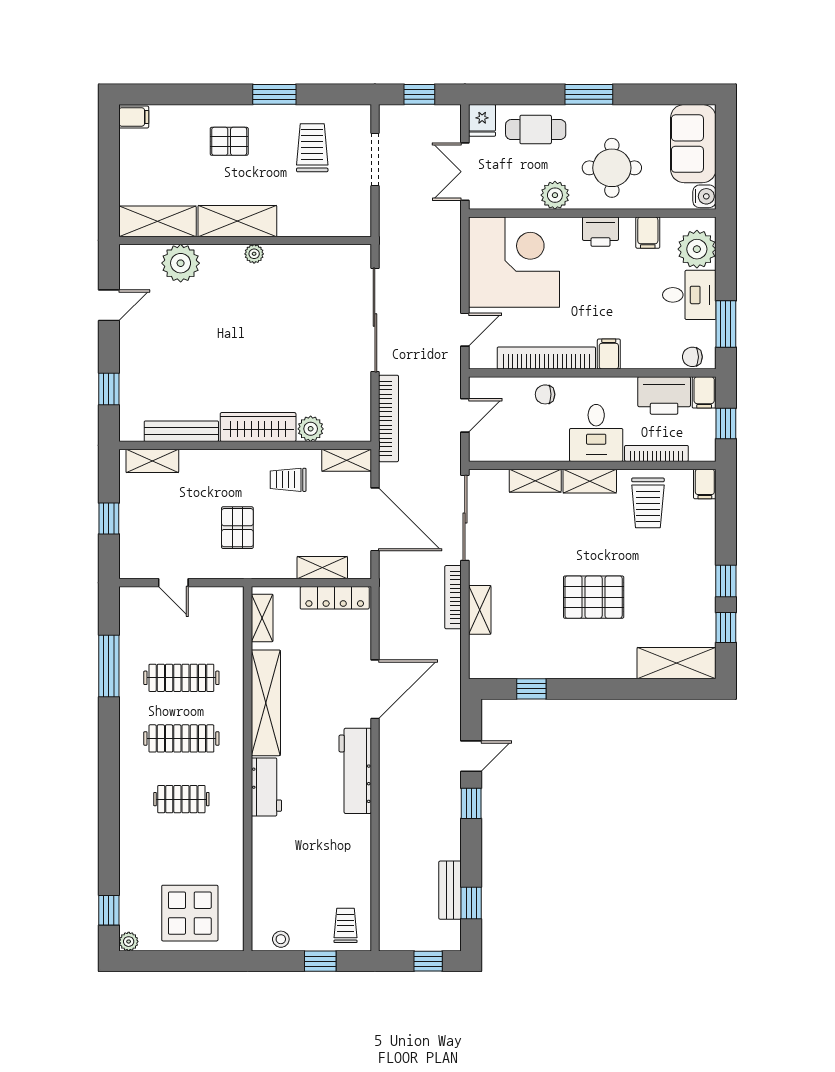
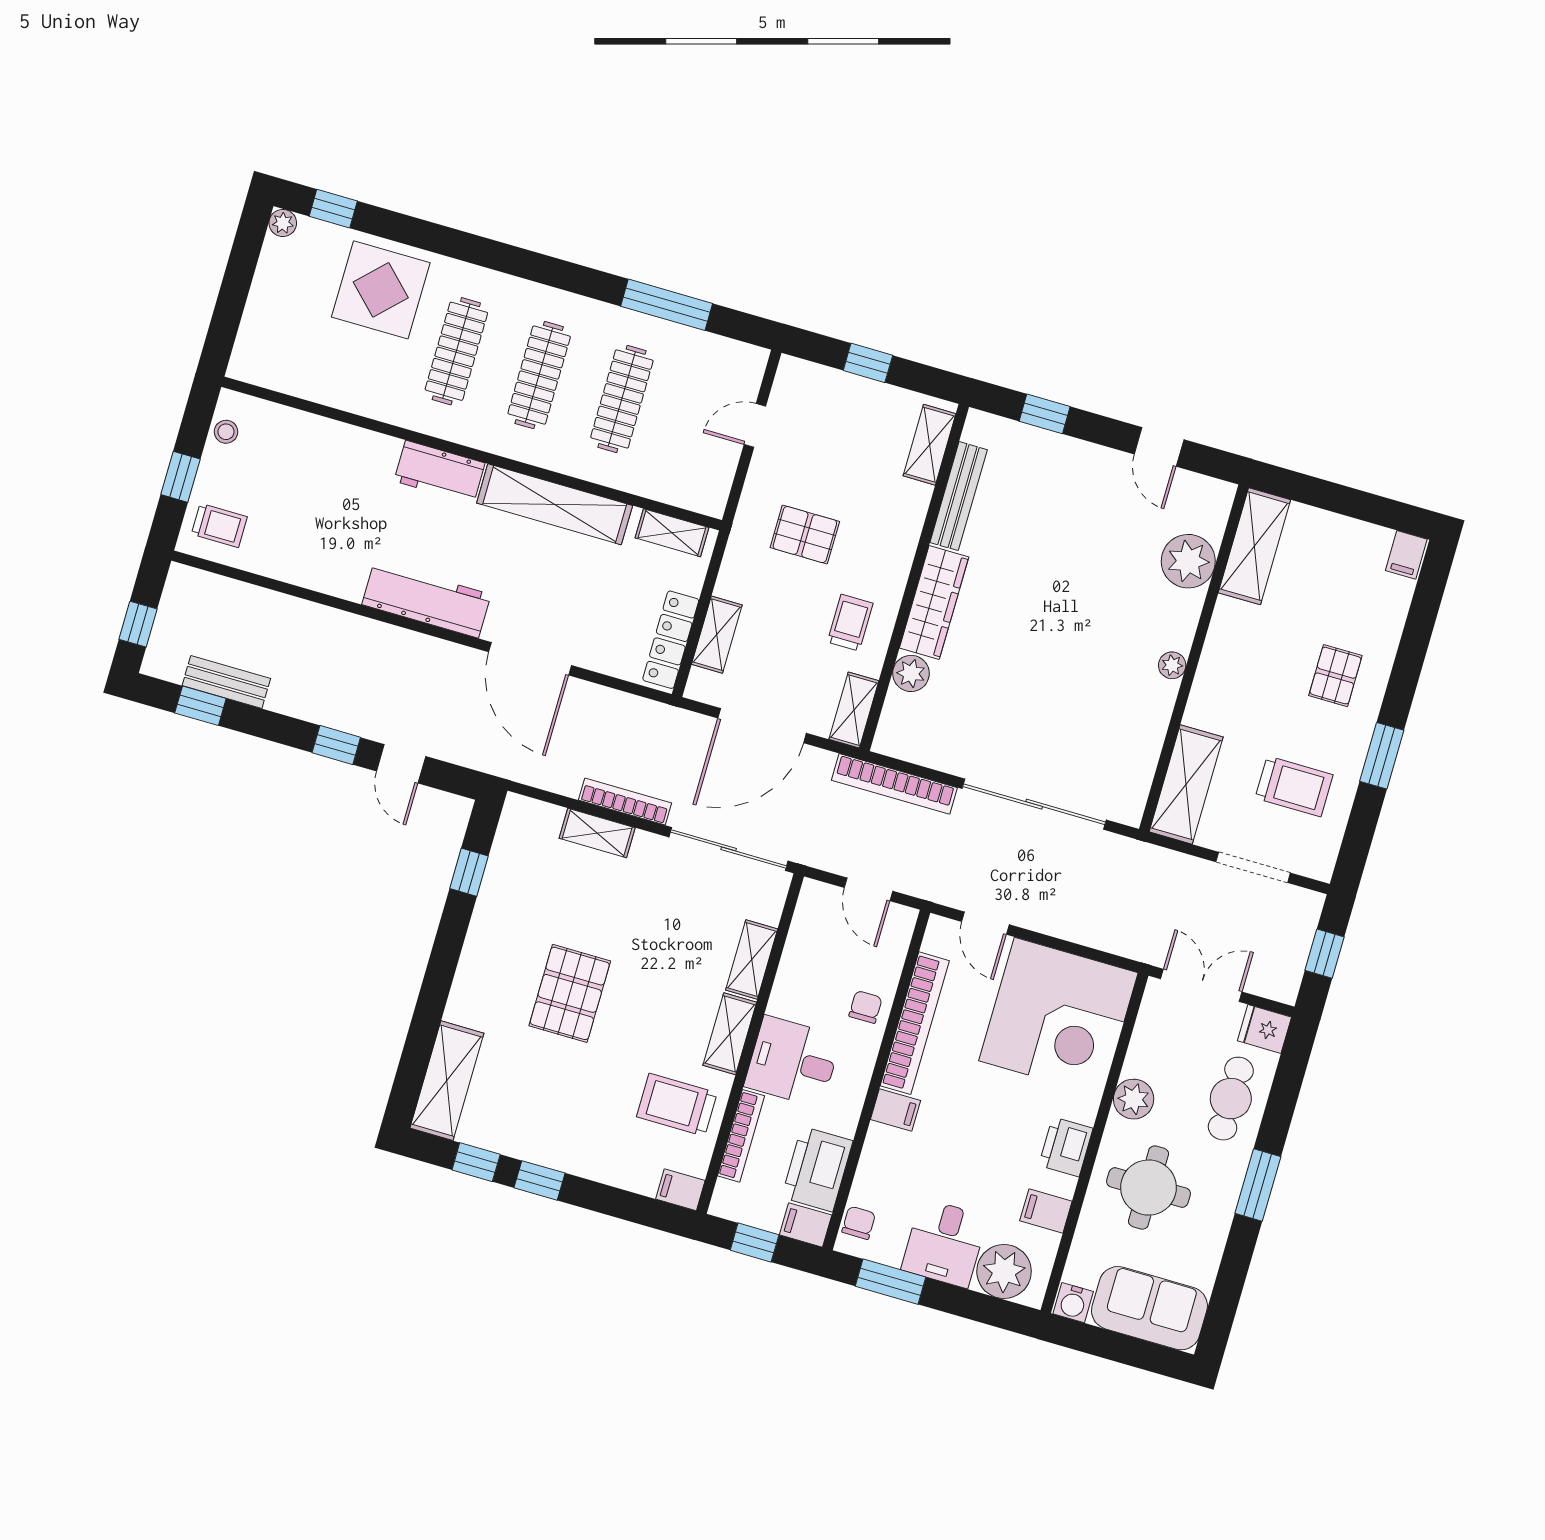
shelving: (237, 221) -> (1186, 784), moved
clothes rail: (181, 799) -> (456, 351), width x1.36
display table: (190, 913) -> (381, 290), moved

